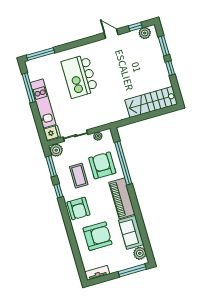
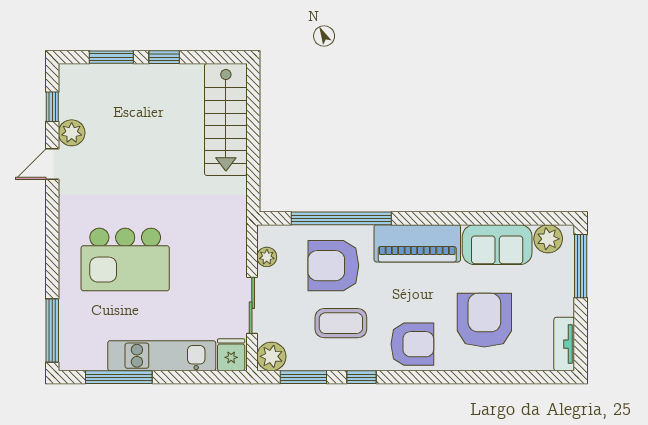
plant: (145, 33) -> (72, 133), moved

